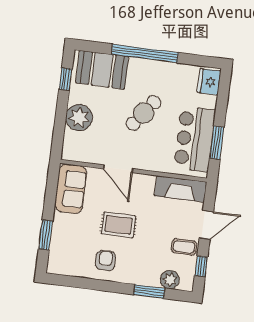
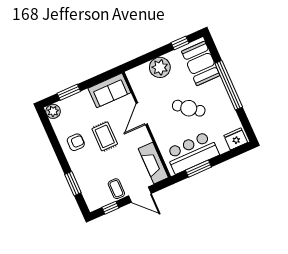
plant: (170, 280) -> (53, 111), moved

